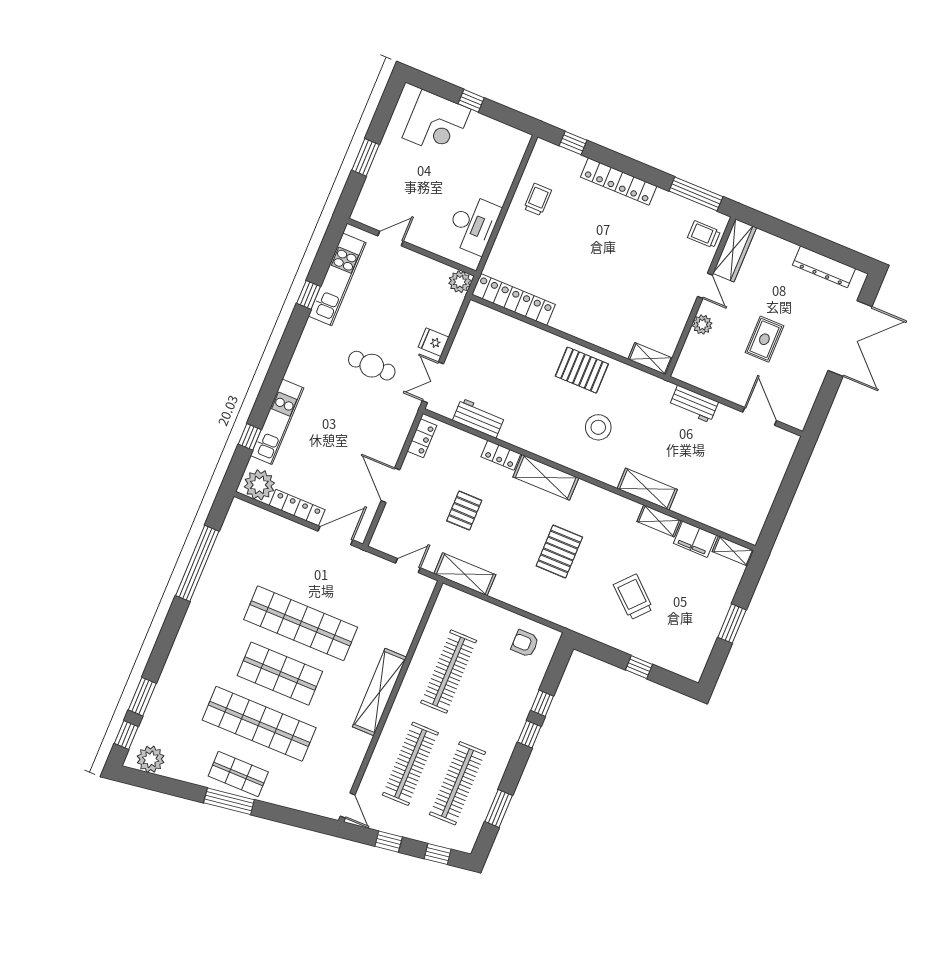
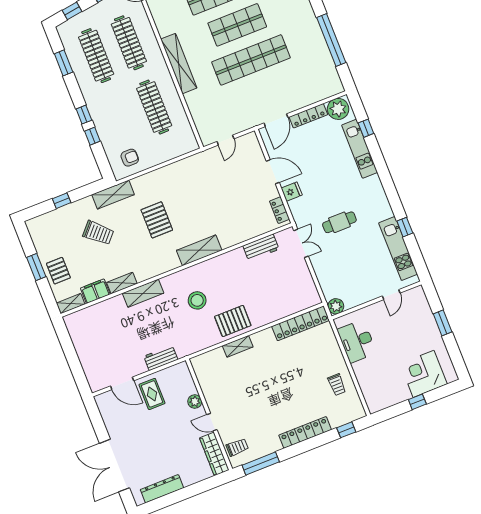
rug: (764, 339) -> (152, 394), moved
fridge: (434, 342) -> (292, 192), moved
shelving: (650, 359) -> (238, 346), moved
locker: (501, 455) -> (232, 240), removed
pallet: (464, 511) -> (58, 271), moved
shelving: (465, 574) -> (113, 195), moved

